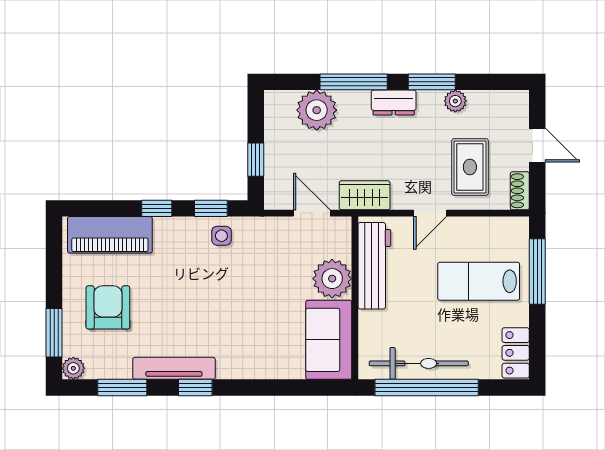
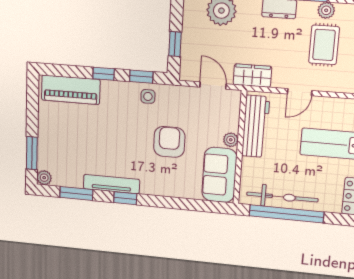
rug: (470, 167) -> (324, 45), moved
plant: (332, 279) -> (231, 140), width x0.53, depth x0.53
armchair: (108, 307) -> (169, 142), moved

